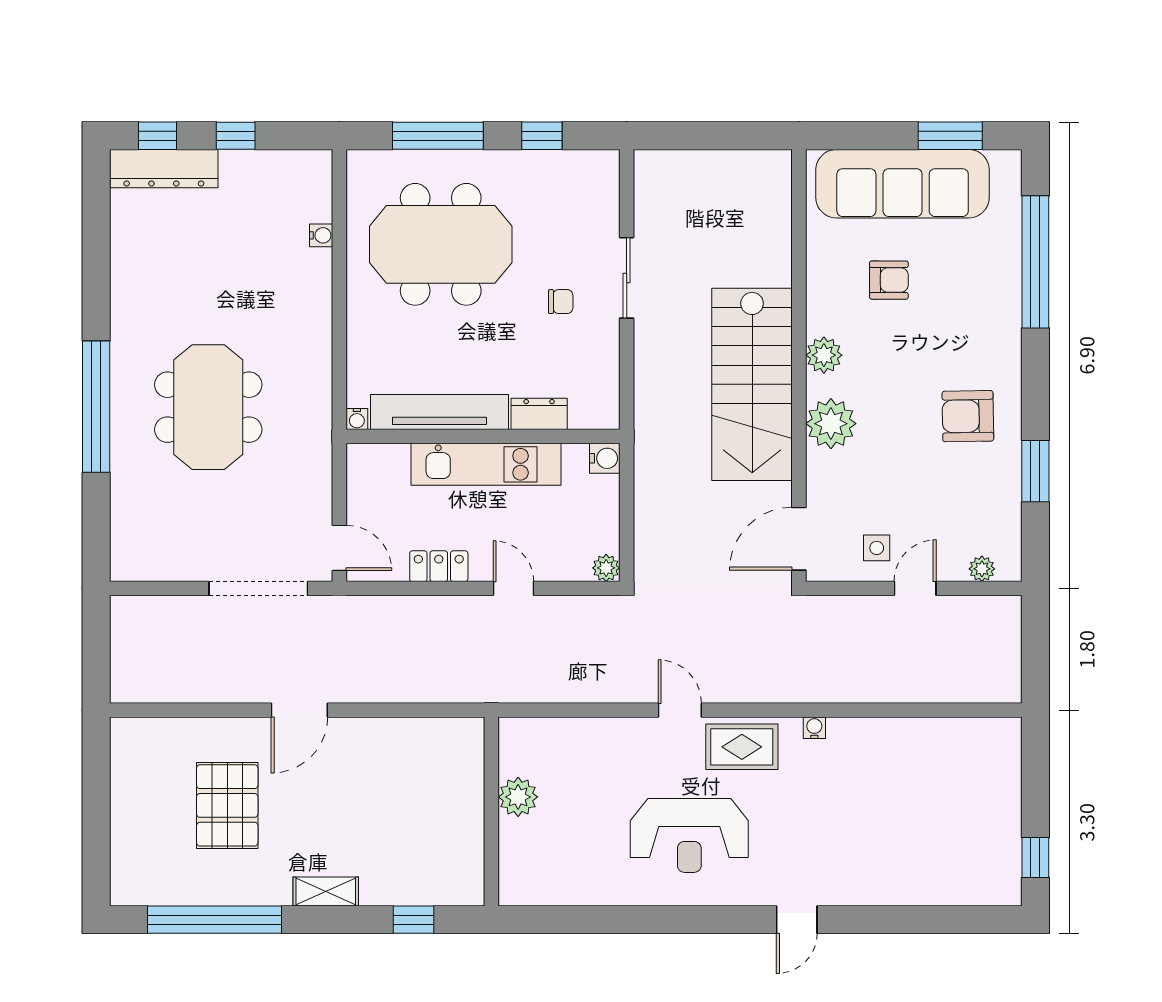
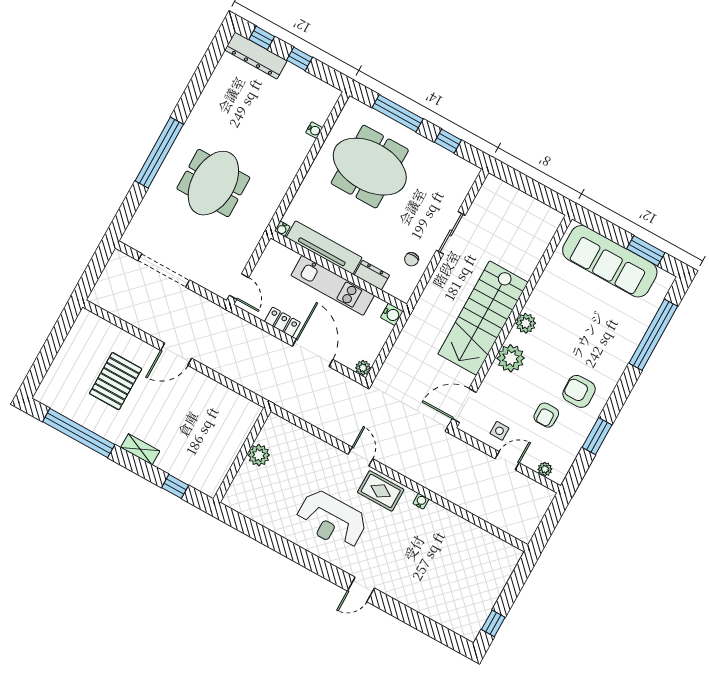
armchair: (889, 280) -> (546, 415), moved, turned 90
chair: (561, 302) -> (411, 259), moved, turned 90
doorway: (258, 588) -> (164, 270), moved
door: (514, 588) -> (313, 353), width x1.87

